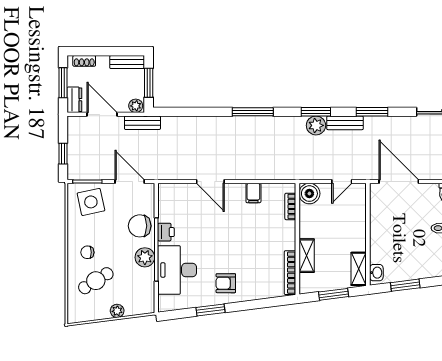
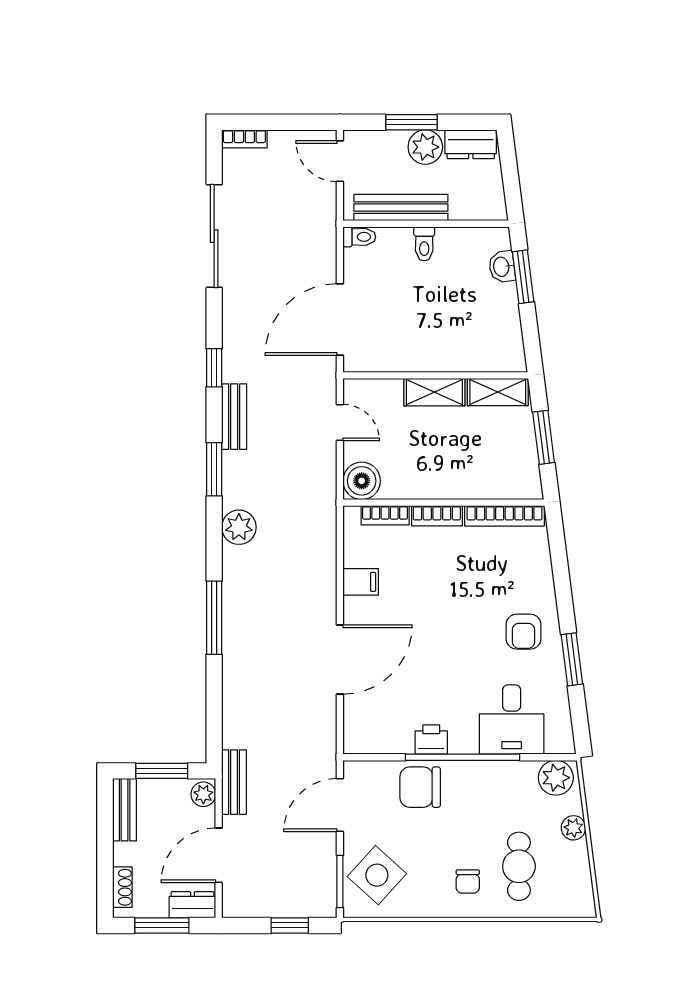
window: (253, 112) -> (214, 618), moved
window: (372, 112) -> (214, 368), width x0.67
plant: (316, 125) -> (239, 527), moved
door: (210, 181) -> (340, 660), width x1.36
side table: (91, 202) -> (377, 875), turned -36
chair: (140, 226) -> (420, 787), turned 90
bookcase: (290, 235) -> (437, 516), added
shelving: (307, 256) -> (434, 392), moved
plant: (145, 257) -> (556, 778), moved
desk: (177, 270) -> (512, 720), width x0.73
washbasin: (376, 273) -> (502, 267), moved, turned -97
cafe table: (96, 281) -> (519, 866), turned 32
window: (405, 285) -> (523, 277), moved

